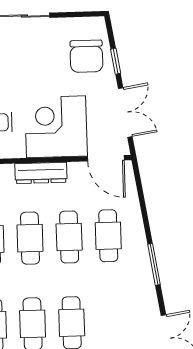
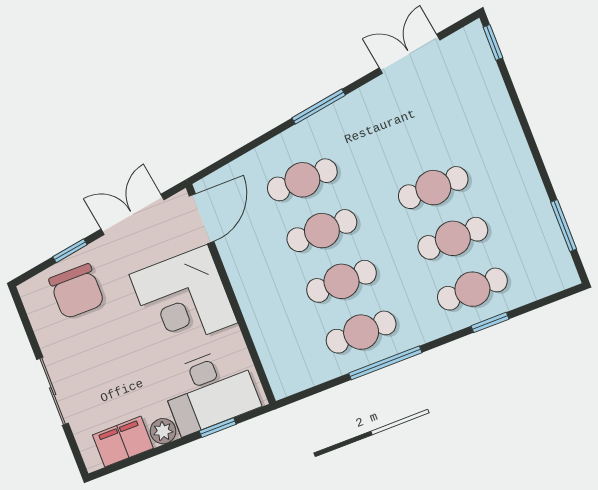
chair: (86, 56) -> (77, 291), turned 90
dresser: (41, 173) -> (251, 297), removed

